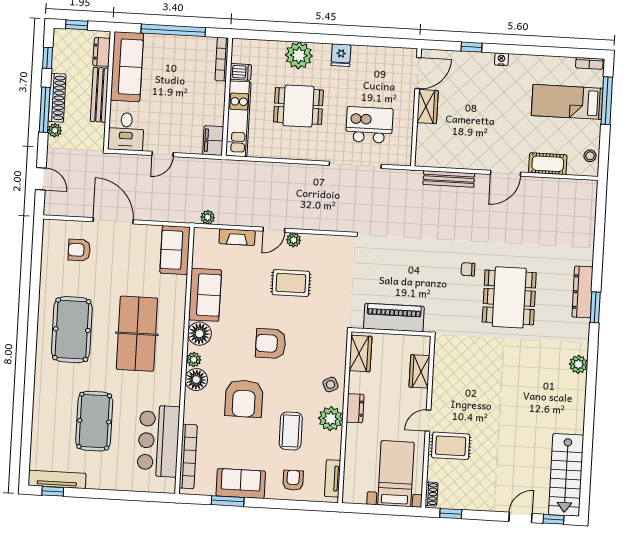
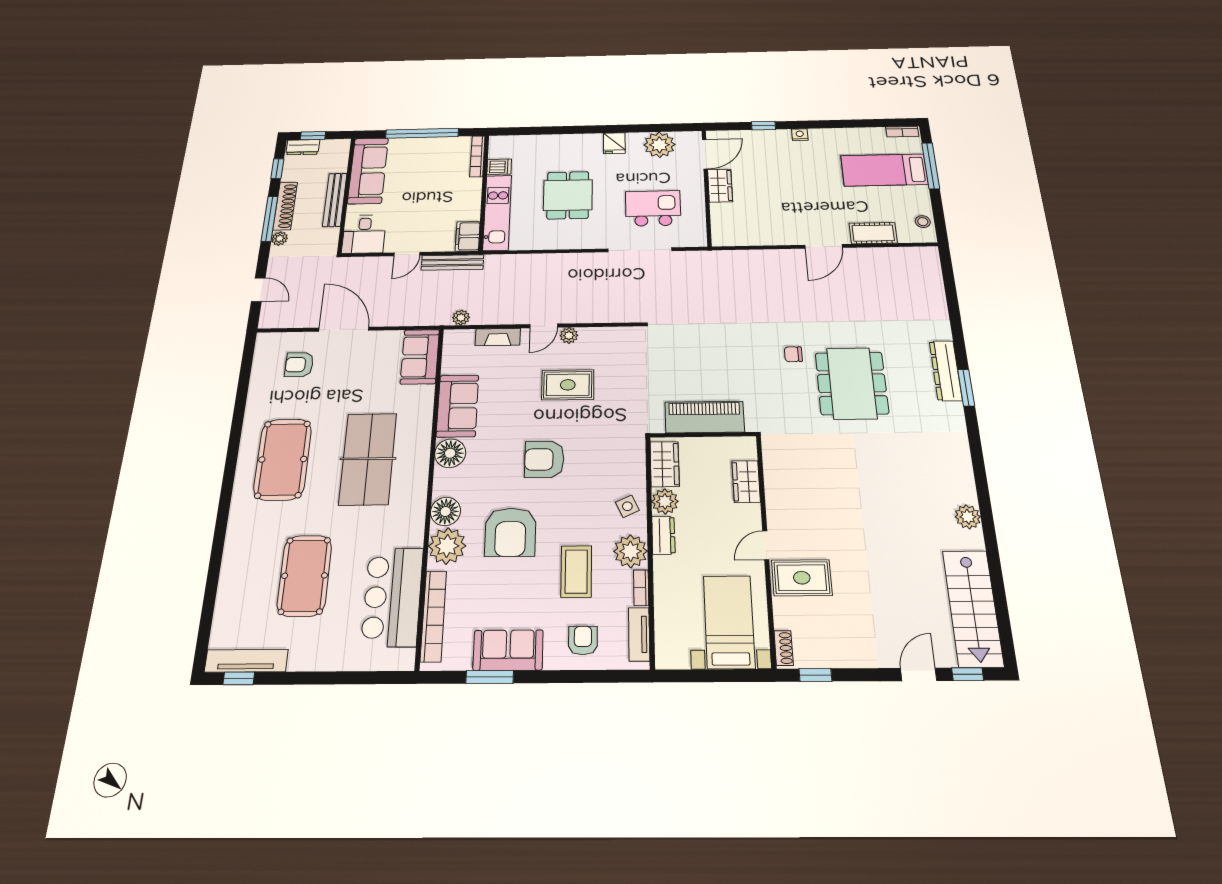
dresser: (102, 52) -> (303, 147), moved, turned -90
plant: (299, 55) -> (659, 145), moved
dining table: (298, 106) -> (568, 195), turned 90
bench: (449, 179) -> (452, 262), moved
plant: (194, 360) -> (447, 546), moved, width x1.87, depth x1.87
plant: (578, 364) -> (968, 517), moved
plant: (358, 383) -> (665, 501), added
bookcase: (336, 446) -> (641, 588), added

